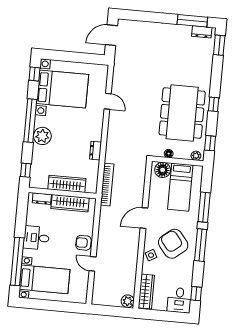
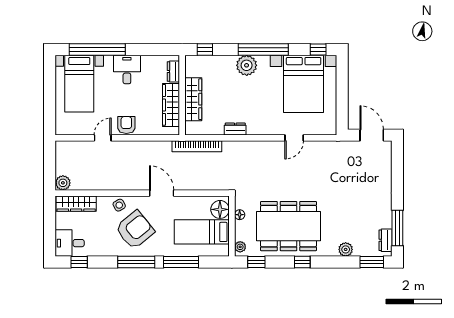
plant: (206, 66) -> (346, 249), added

